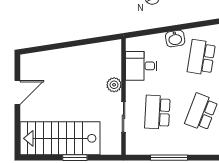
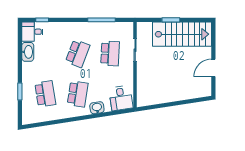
desk: (141, 66) -> (121, 98), moved, turned 81
plant: (114, 85) -> (142, 74), removed

